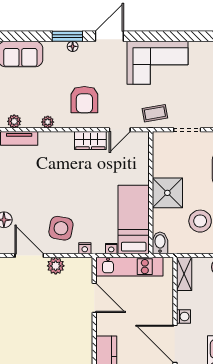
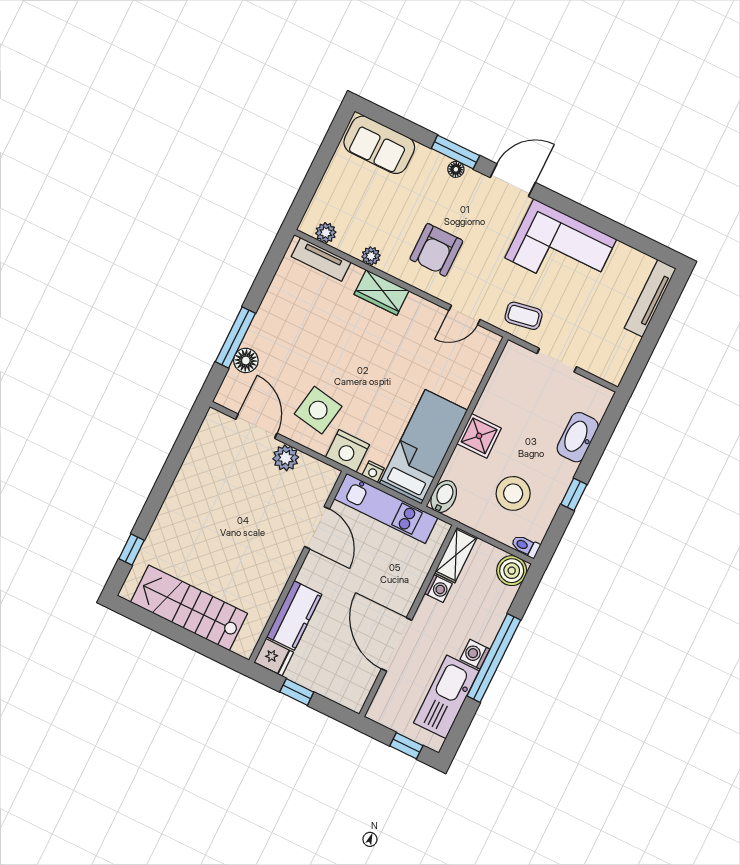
wardrobe: (90, 141) -> (382, 293), moved
shower: (167, 193) -> (479, 436), width x0.73, depth x0.73
nightstand: (85, 248) -> (347, 451), width x1.89, depth x1.79
washing machine: (183, 317) -> (438, 589), moved

